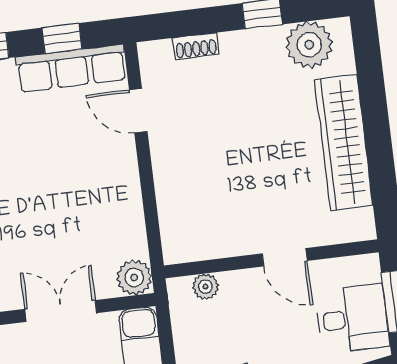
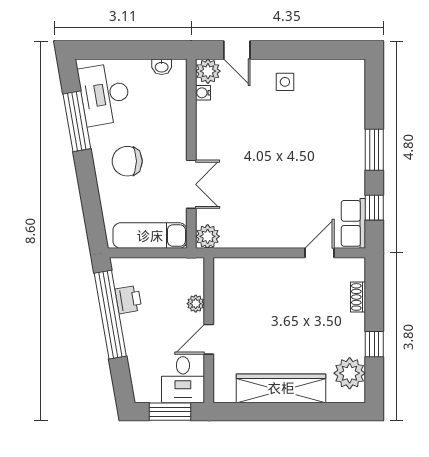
row of seats: (71, 68) -> (353, 223), width x0.68
plant: (205, 287) -> (196, 304), moved
desk: (352, 319) -> (183, 380), moved

